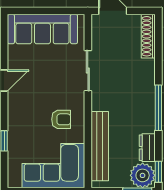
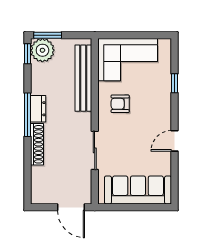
shoe rack: (148, 36) -> (37, 144), moved
dresser: (147, 148) -> (38, 109), moved

